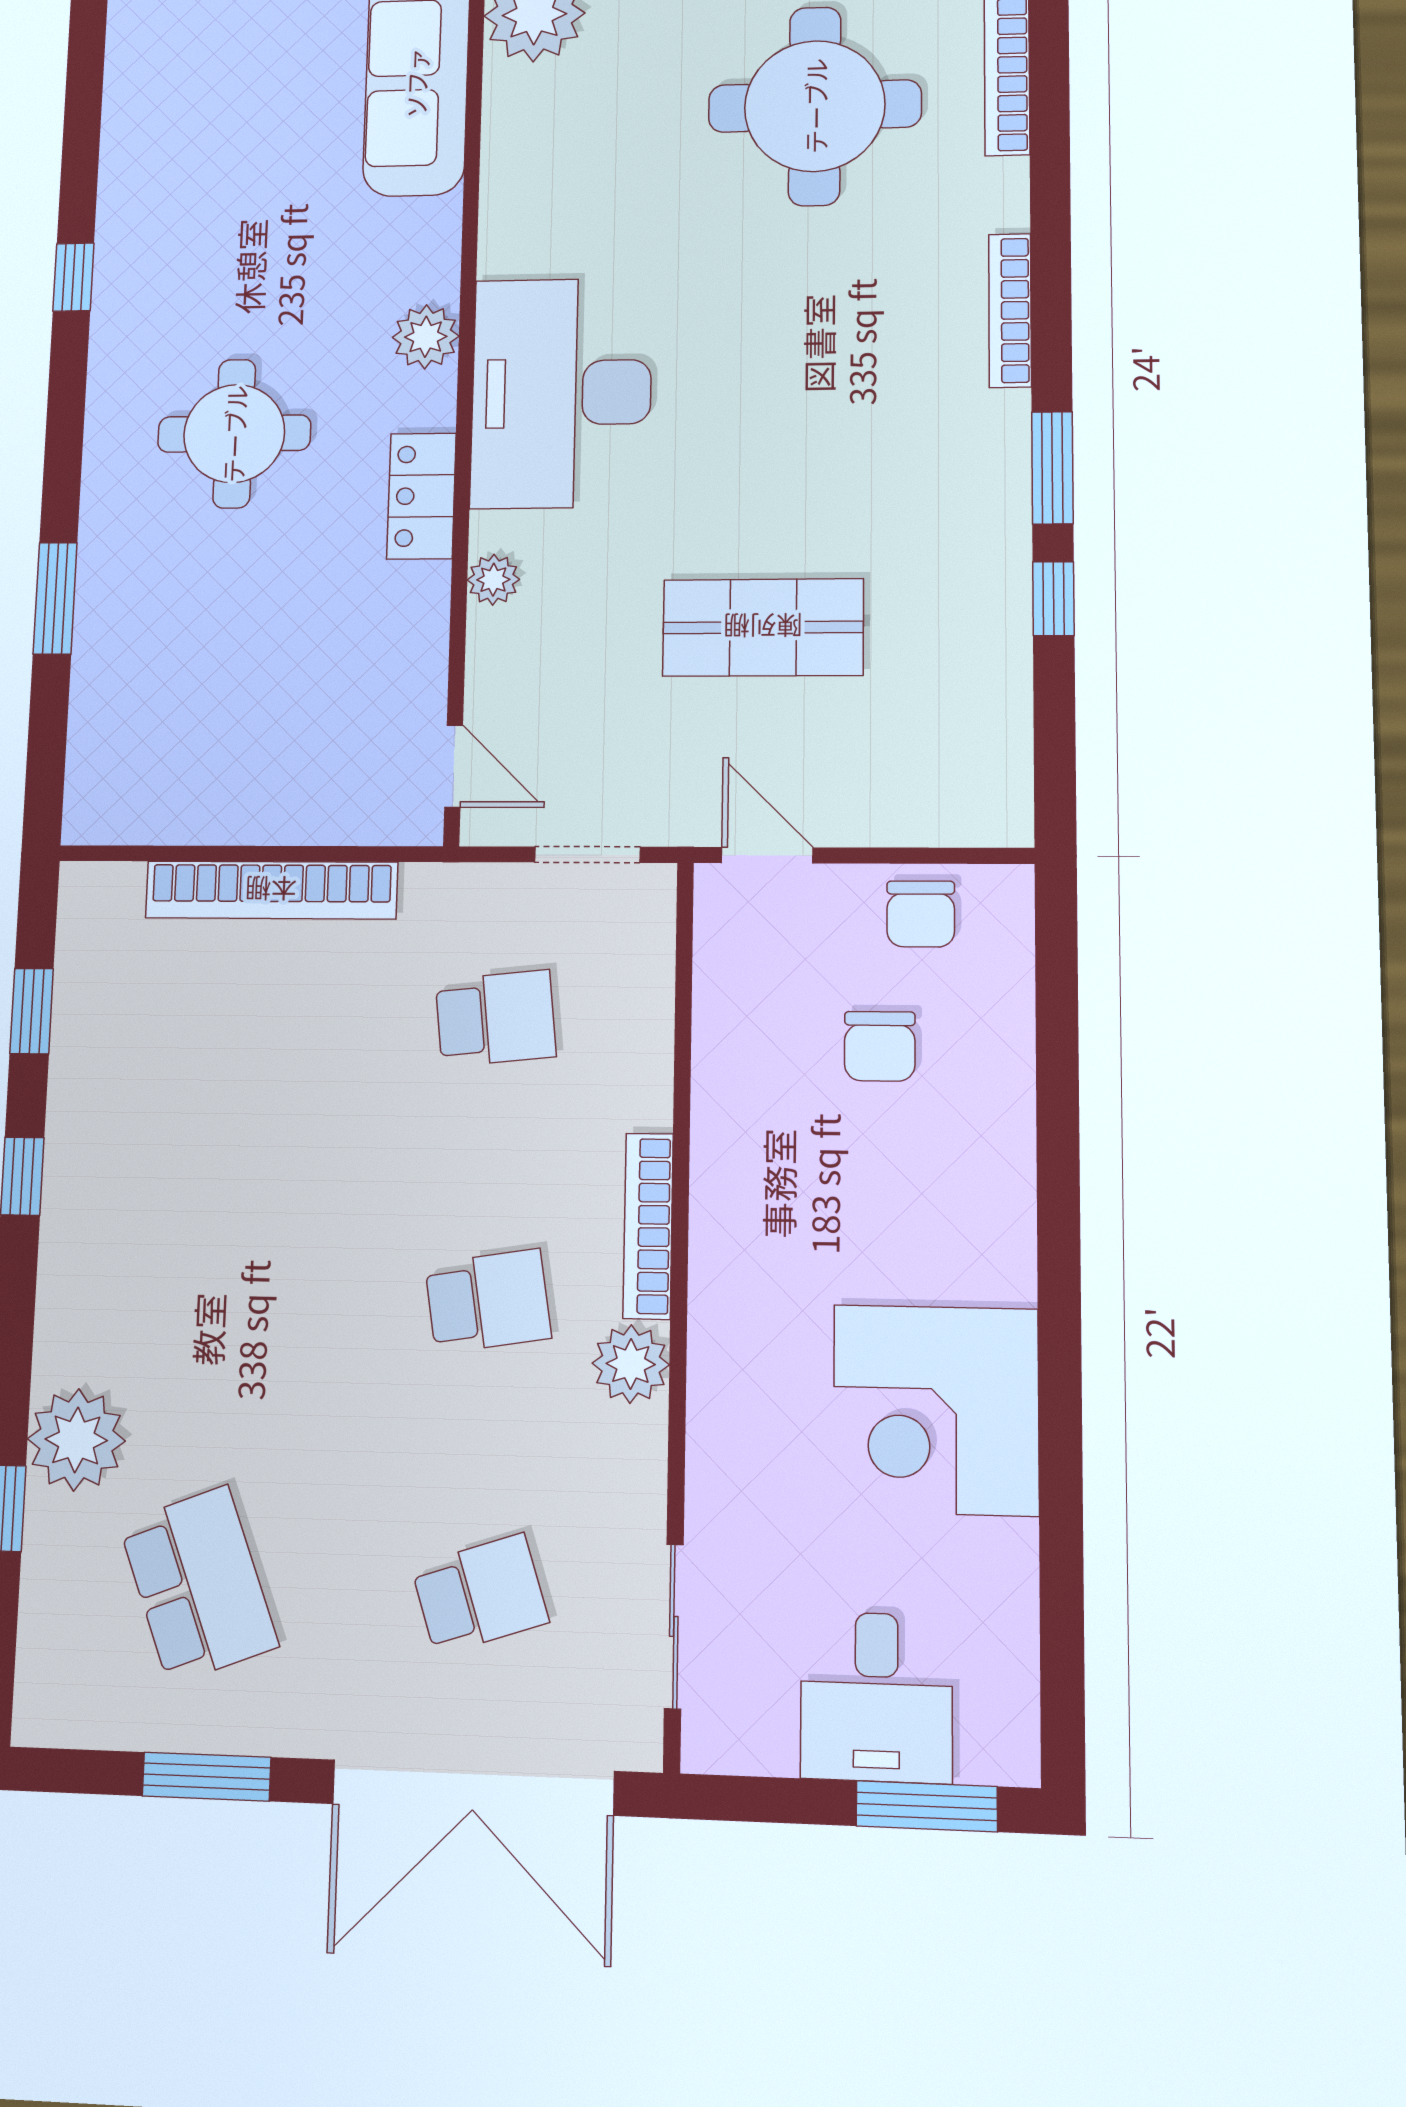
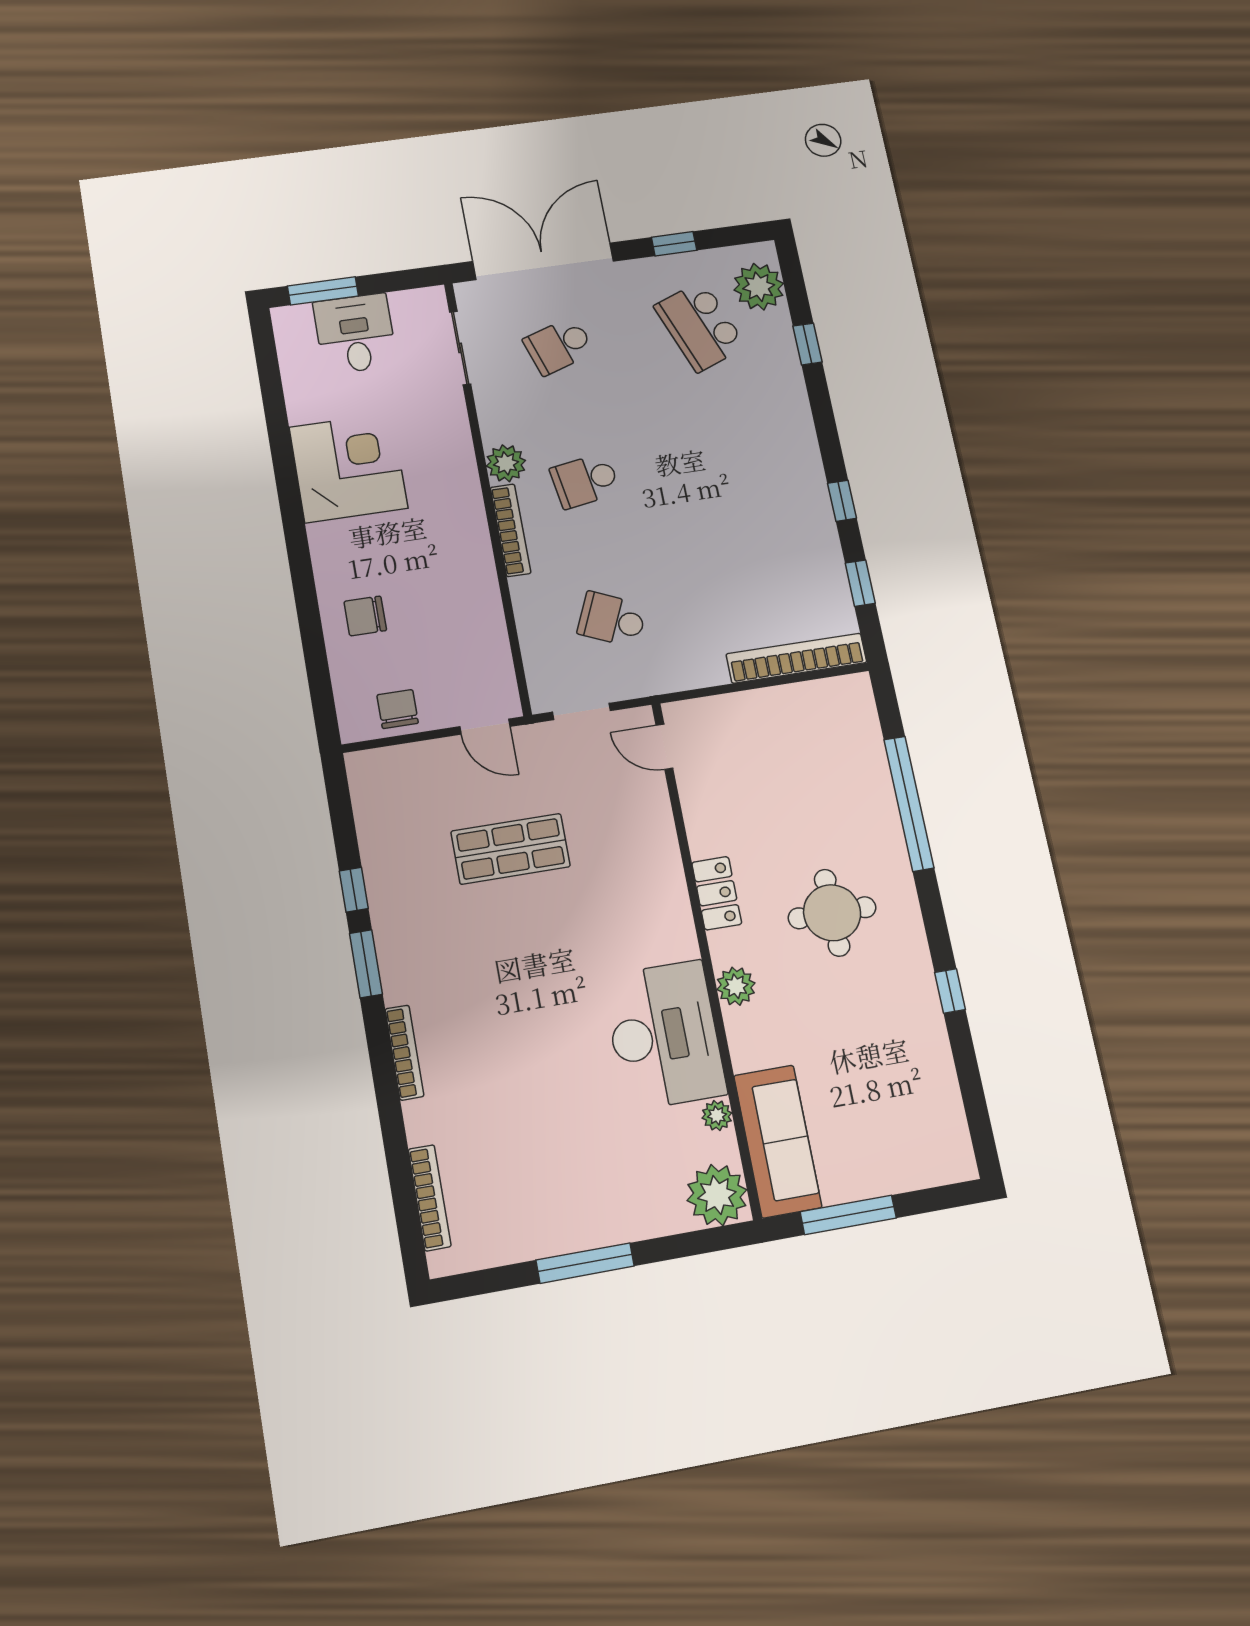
round table: (815, 106) -> (539, 1161), removed
desk: (561, 393) -> (664, 1035), moved
plant: (493, 580) -> (717, 1115), moved
window: (55, 598) -> (909, 804), width x2.11
bookcase: (271, 890) -> (796, 658), moved
school desk: (496, 1018) -> (612, 619), turned 30
chair: (880, 1046) -> (365, 616), moved, turned -90
plant: (76, 1440) -> (759, 287), moved
window: (207, 1777) -> (674, 244), width x0.67

